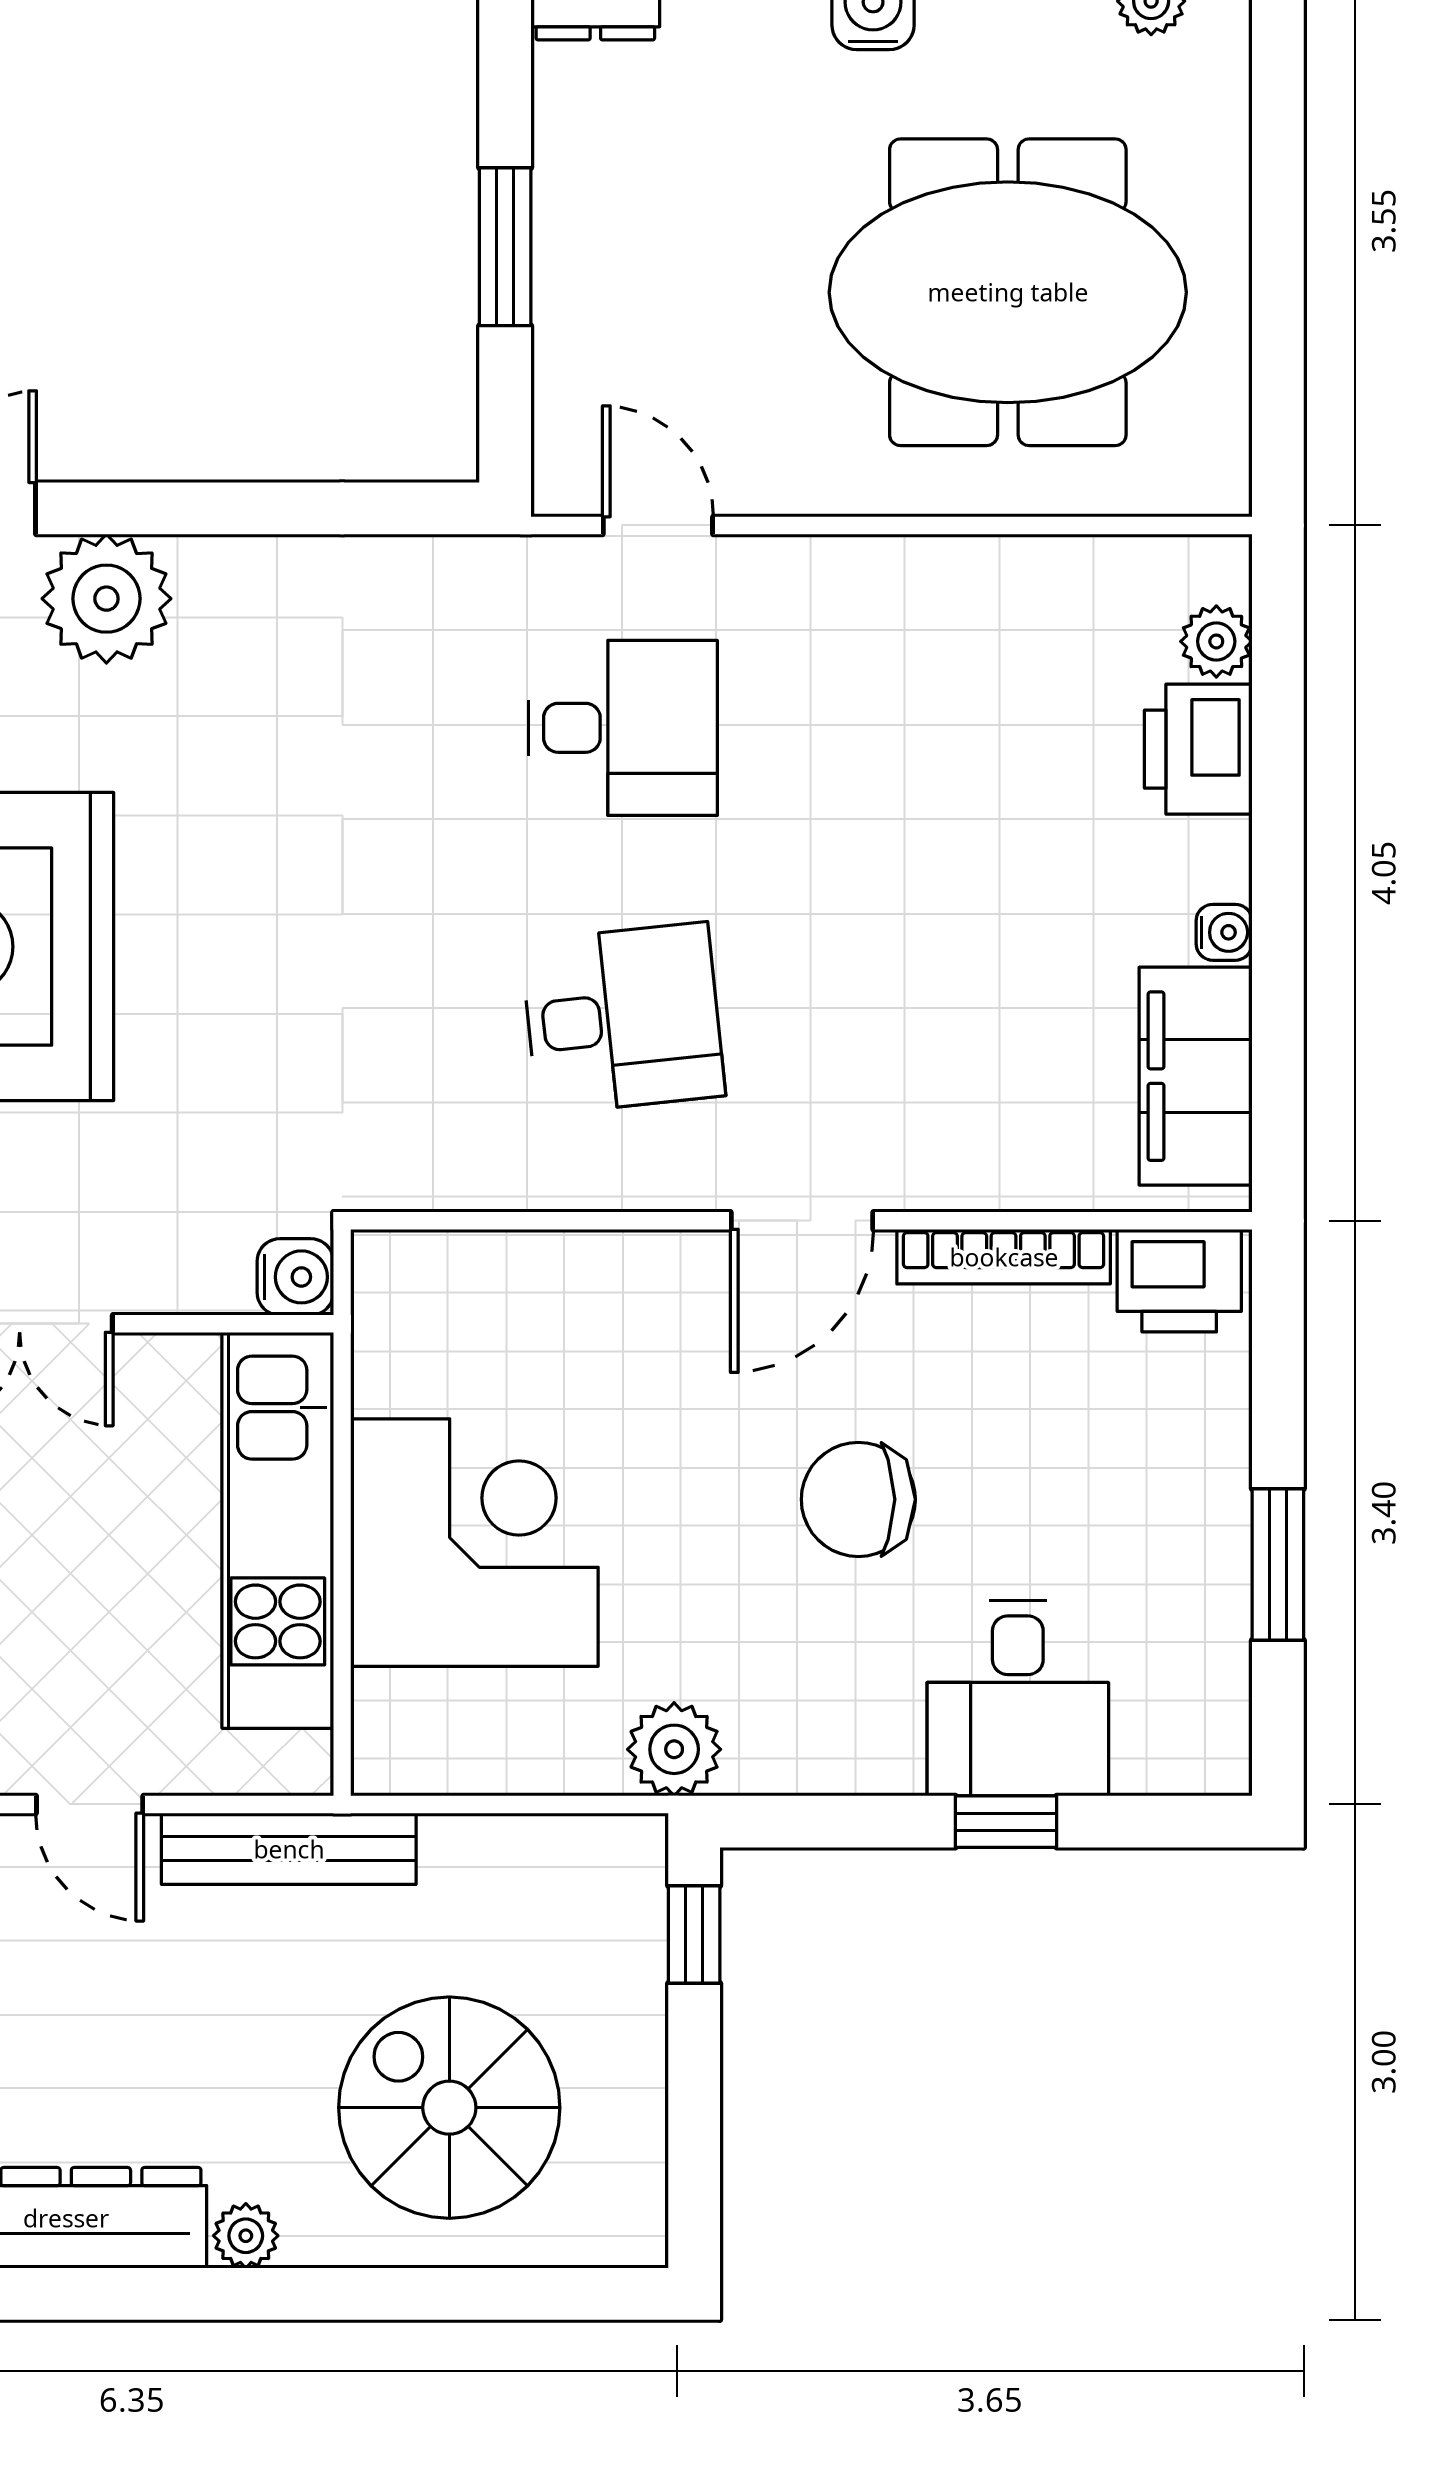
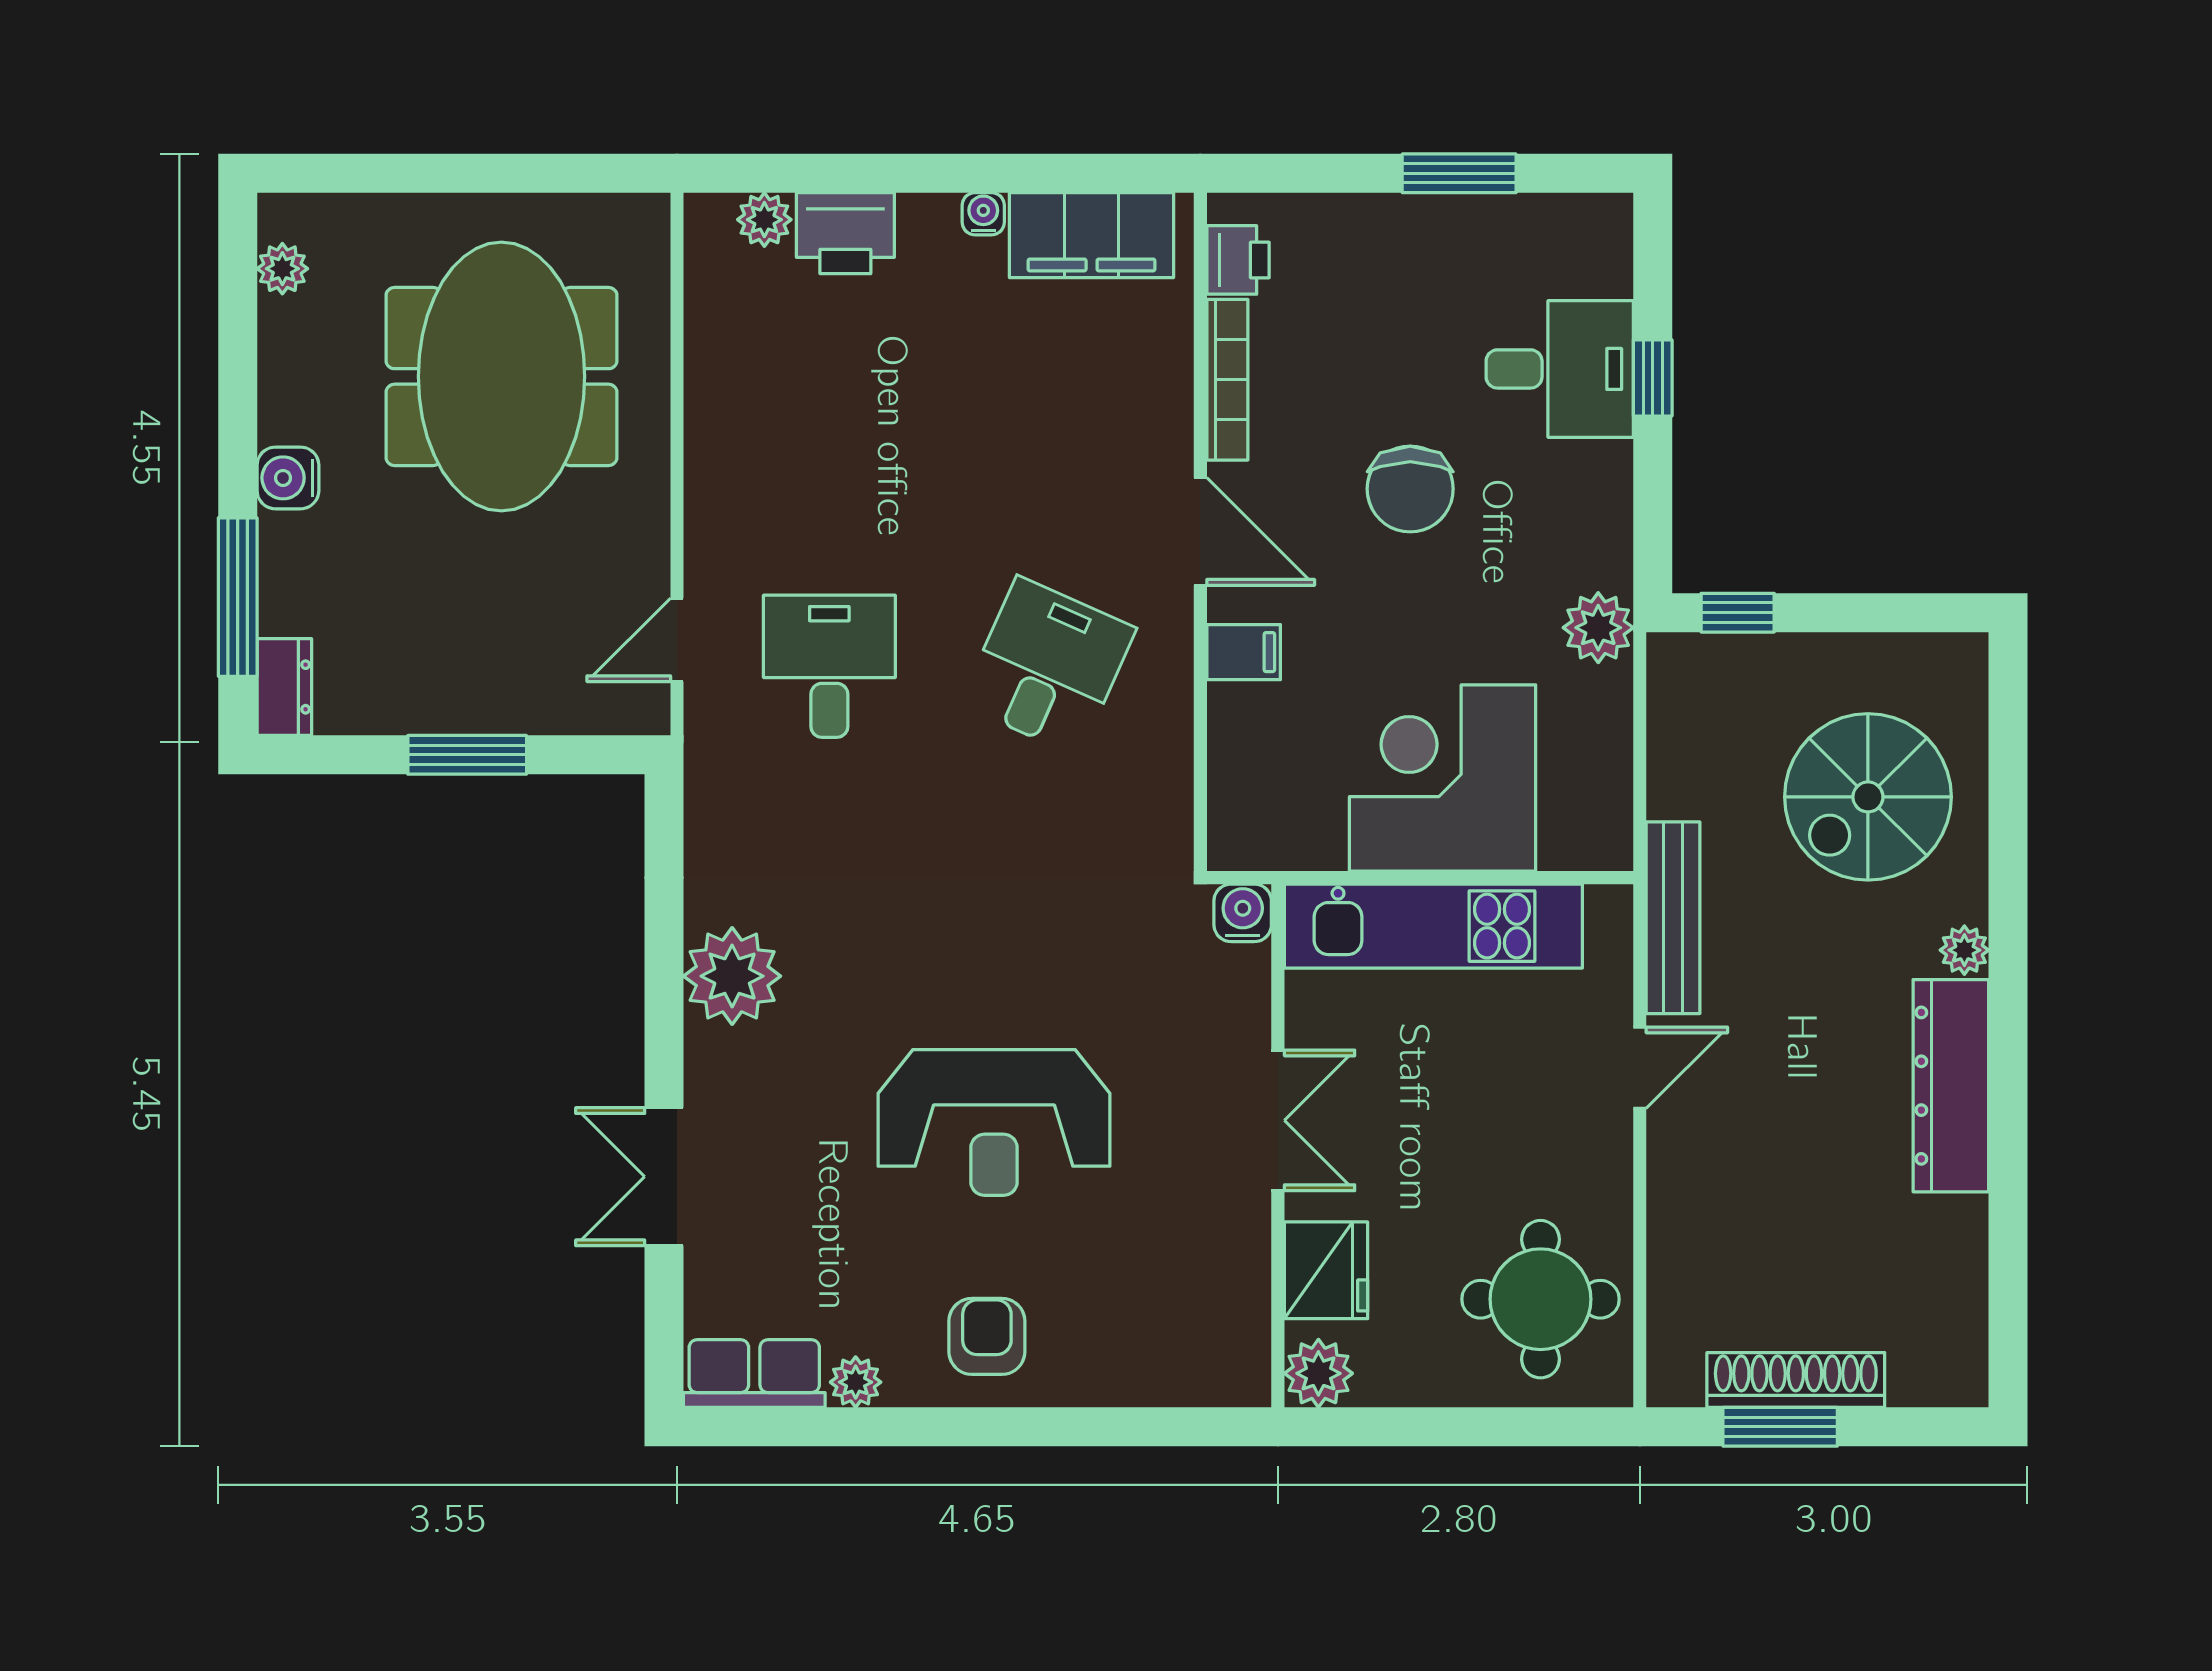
plant: (106, 599) -> (732, 976), moved
desk: (623, 1018) -> (1048, 666), turned 30
filing cabinet: (642, 1278) -> (1244, 652), added
printer: (1179, 1281) -> (1238, 260), width x0.73, depth x0.81

